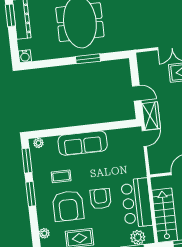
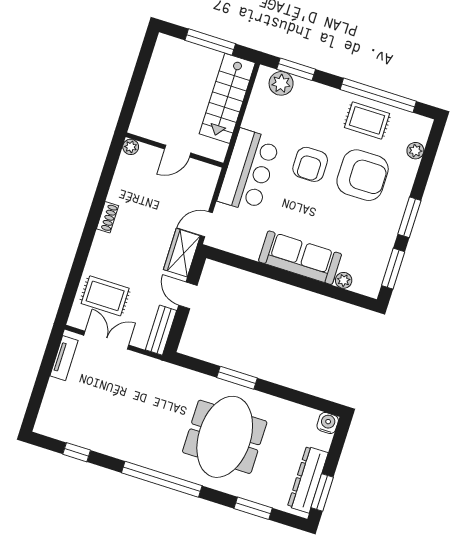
bench: (143, 67) -> (161, 330), added
plant: (38, 143) -> (344, 280), moved
coffee table: (61, 176) -> (353, 223), removed
bar counter: (137, 203) -> (249, 171), moved
armchair: (68, 206) -> (363, 175), turned 90

